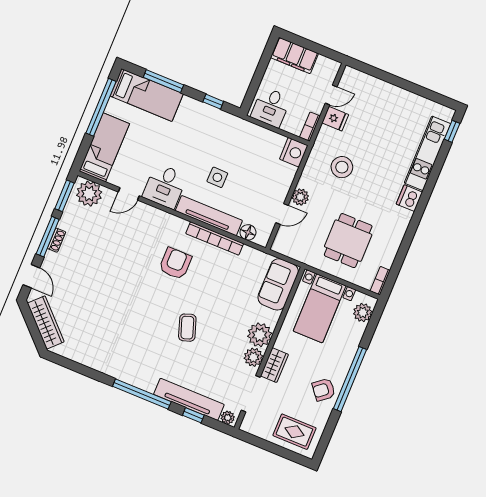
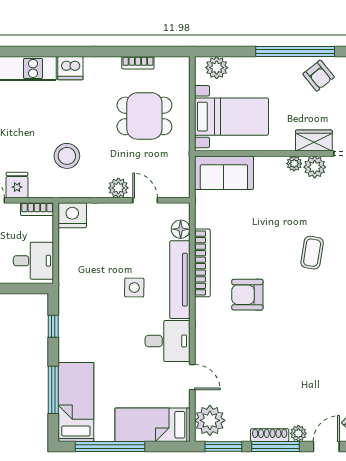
shoe rack: (57, 240) -> (270, 435), width x1.43
plant: (51, 259) -> (298, 433), added
bookcase: (380, 281) -> (138, 63), moved
coffee table: (187, 328) -> (312, 253), turned -62
plant: (260, 335) -> (294, 164), width x0.53, depth x0.53

